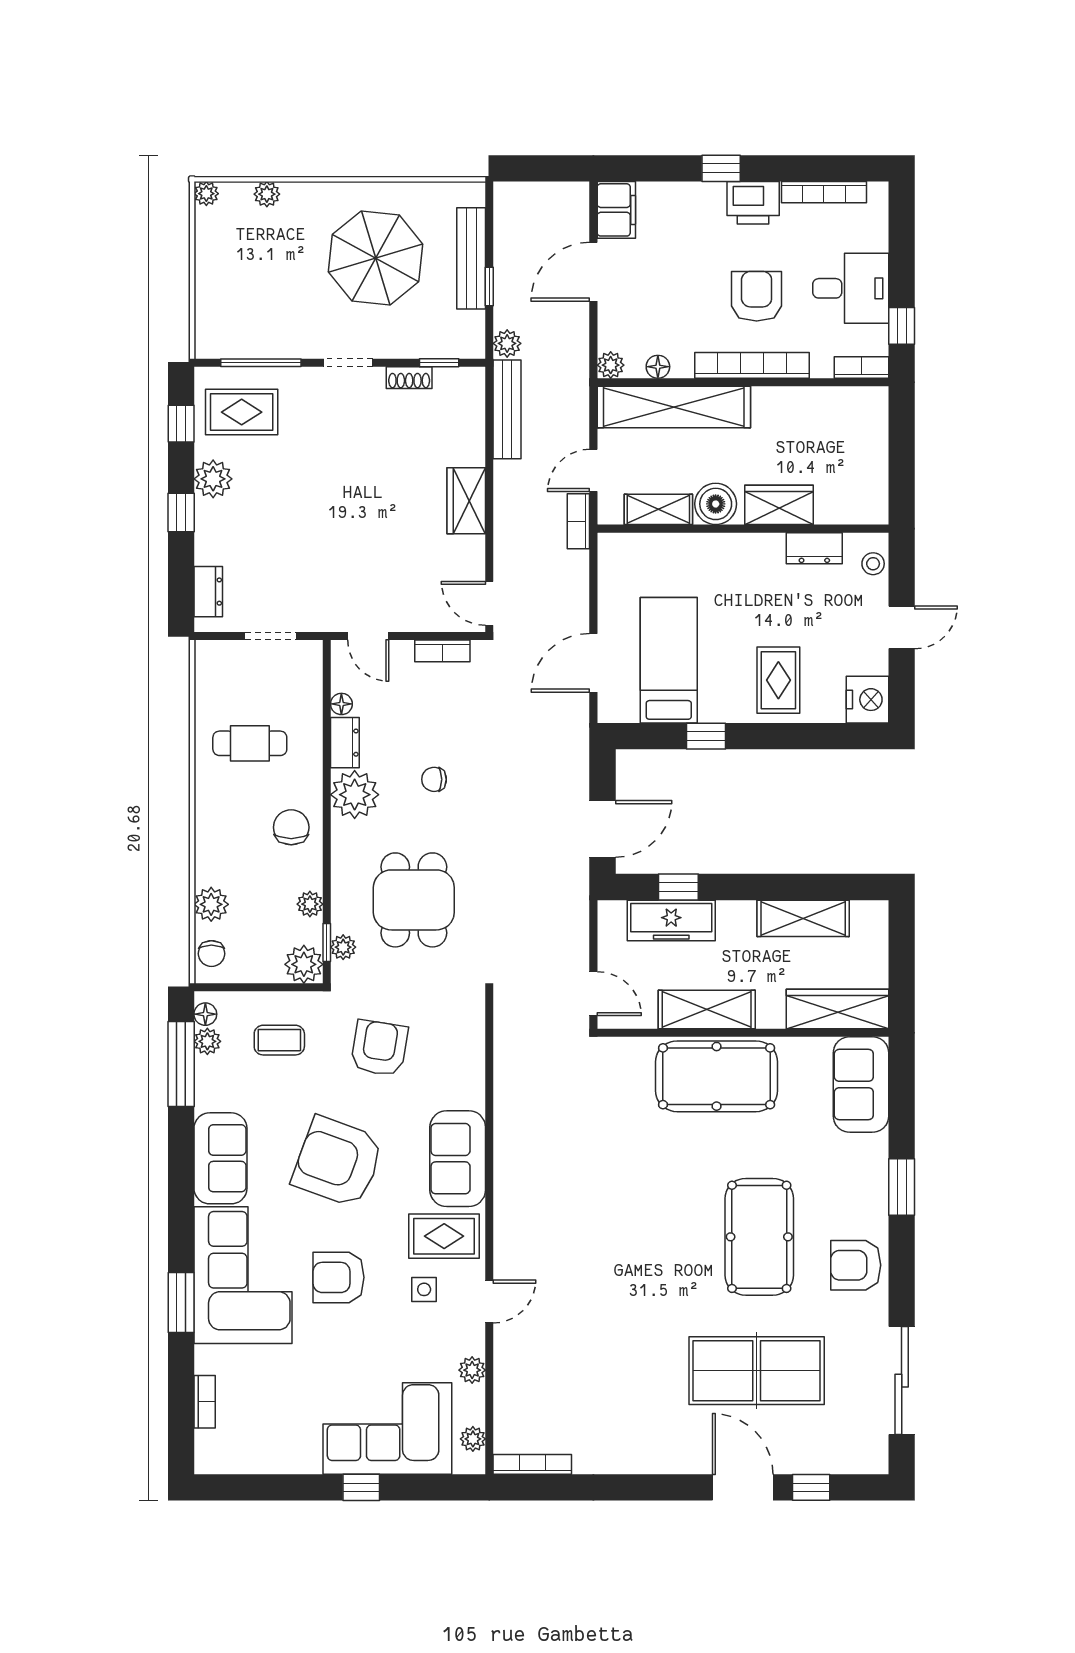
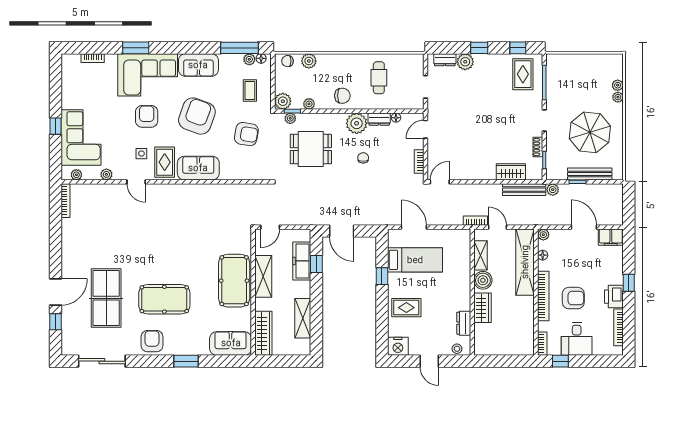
plant: (206, 194) -> (618, 97), moved
plant: (213, 479) -> (465, 62), moved
wardrobe: (466, 501) -> (511, 172), moved

